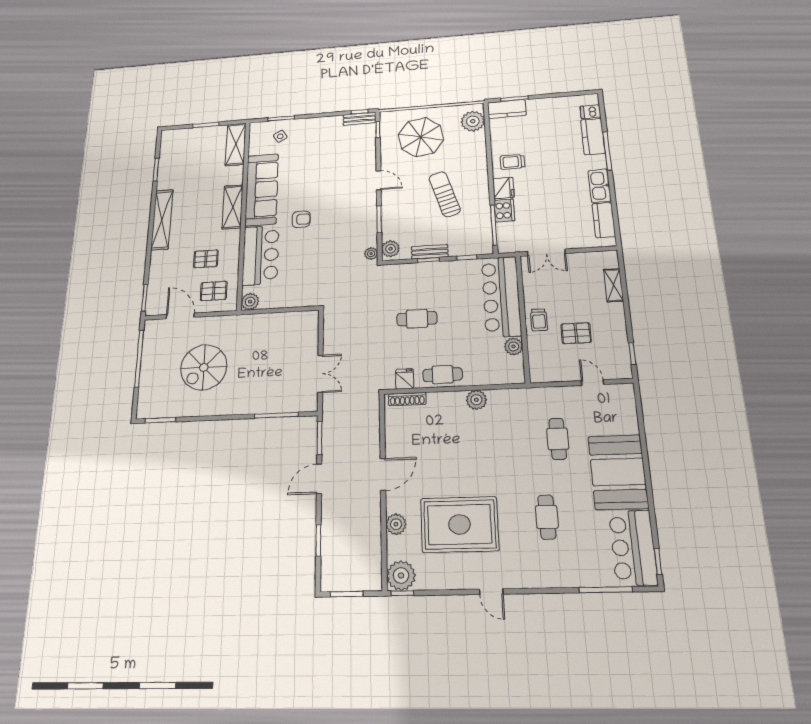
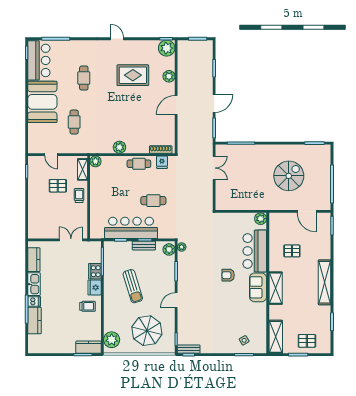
dishwasher: (591, 112) -> (34, 301), moved
door: (379, 180) -> (176, 300), hinge flipped
sofa: (262, 190) -> (258, 287), width x0.54, depth x0.79
shelving: (613, 285) -> (83, 169), moved
pallet: (214, 291) -> (307, 341), moved
bar counter: (501, 296) -> (131, 228), moved, turned -90
plant: (514, 346) -> (95, 161), moved
double door: (320, 374) -> (214, 168), swing flipped
rug: (460, 524) -> (133, 75), width x0.73, depth x0.69

